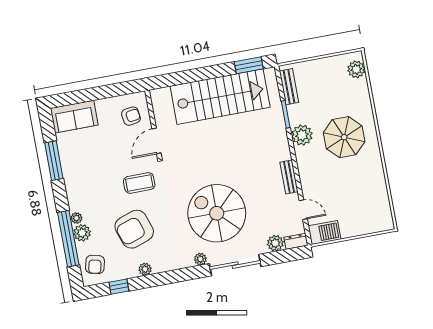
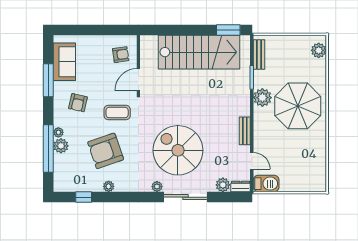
sofa: (74, 117) -> (64, 62), moved, turned -90
parasol: (344, 137) -> (298, 106), width x1.36, depth x1.36
armchair: (95, 264) -> (78, 103), moved

